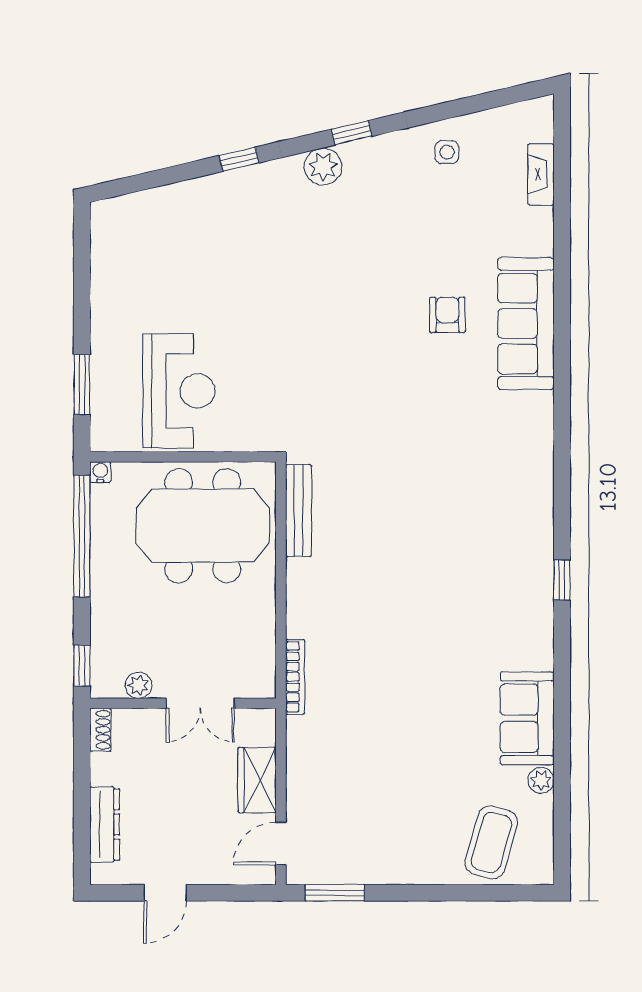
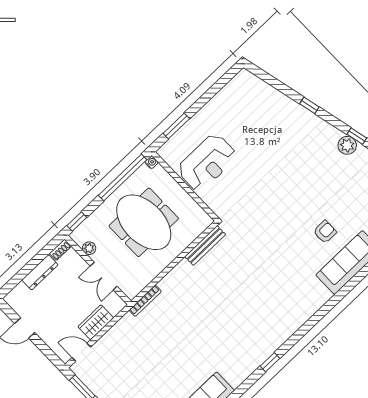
plant: (323, 167) -> (347, 145), moved
meeting table: (203, 526) -> (144, 222), moved
dresser: (105, 825) -> (40, 272), moved

